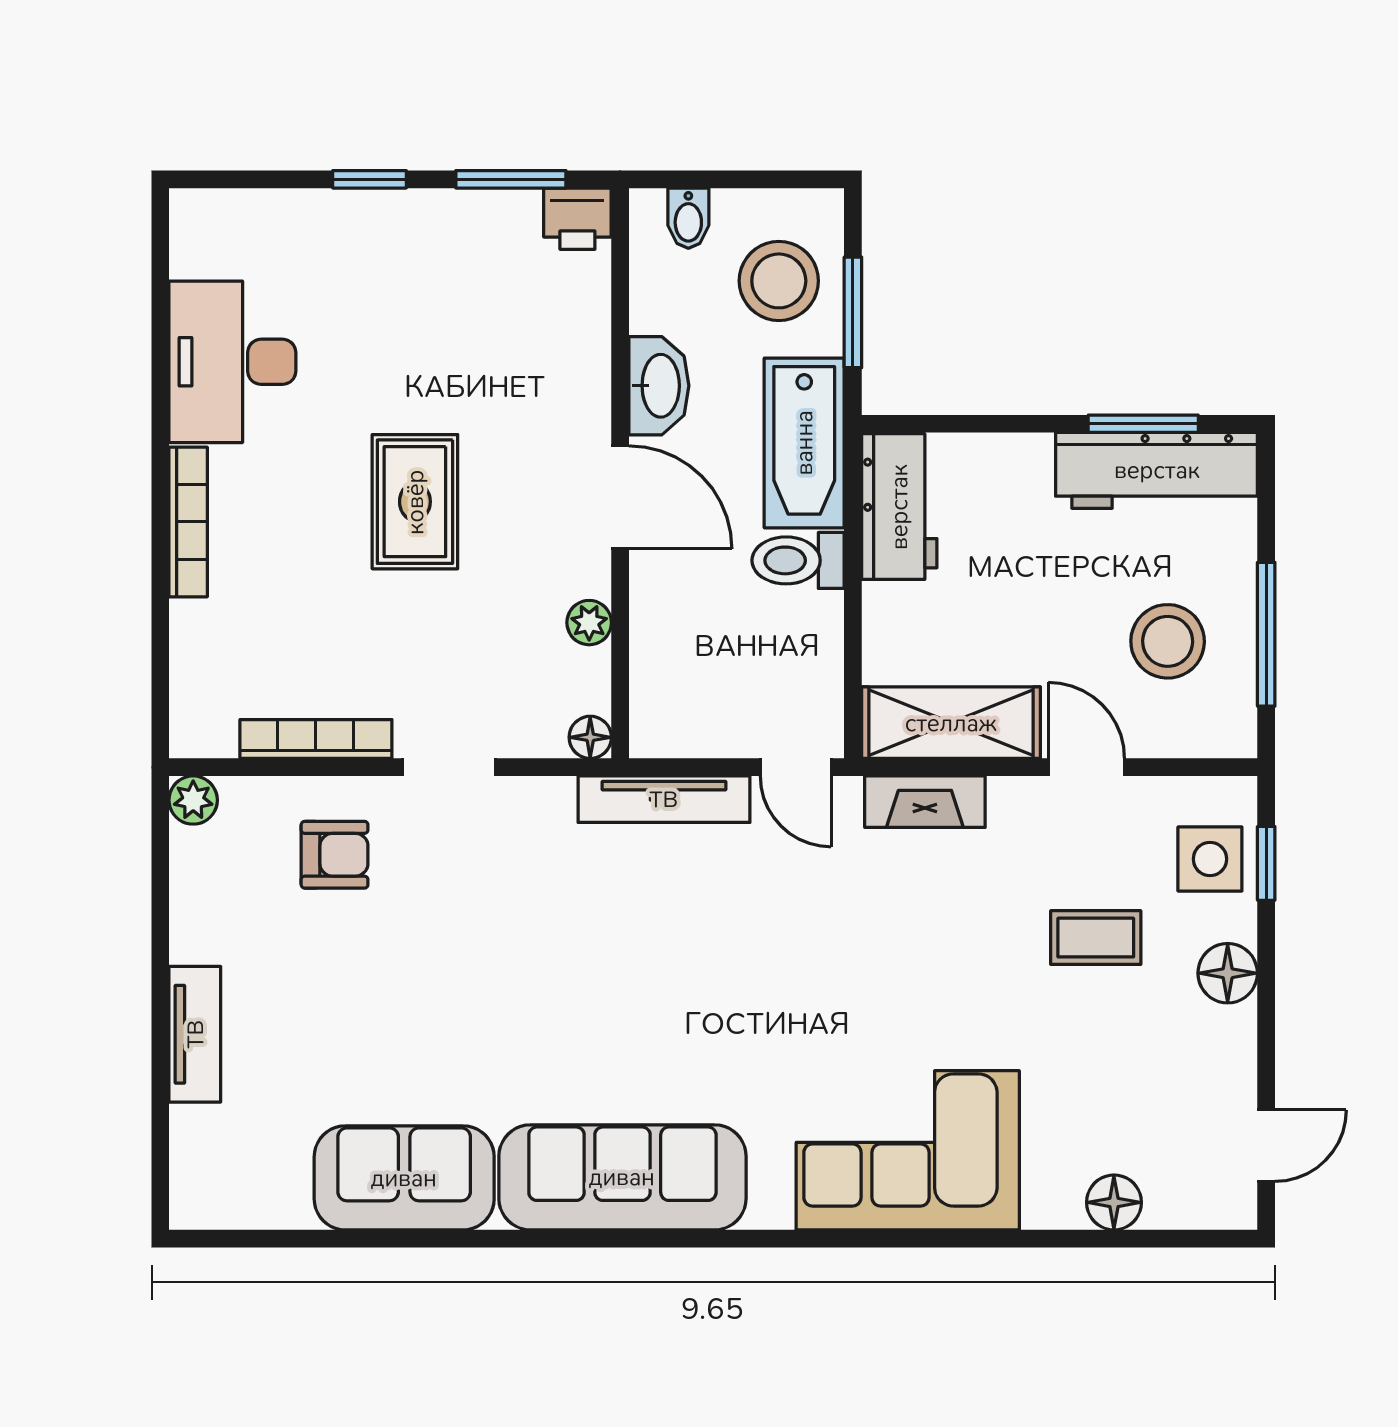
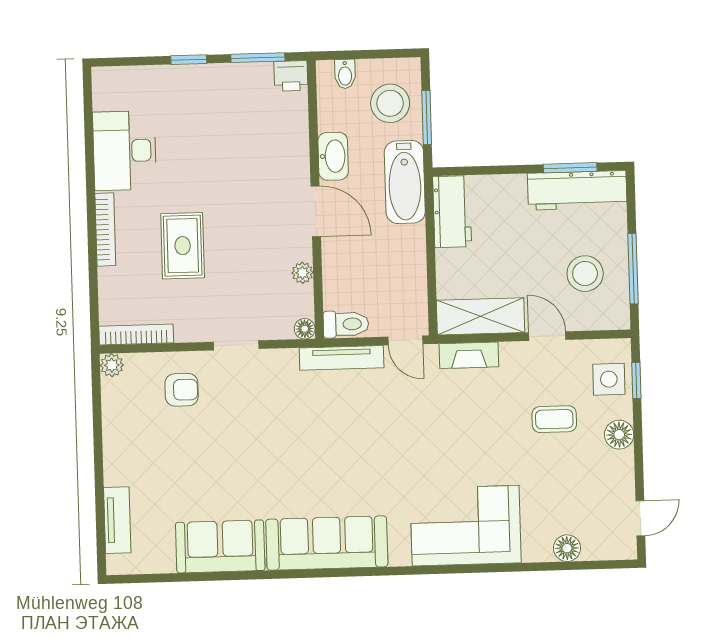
rug: (415, 502) -> (183, 246), moved
toilet: (798, 560) -> (346, 324), moved, turned 180
bookcase: (316, 739) -> (136, 335), moved
tv unit: (195, 1034) -> (117, 520), moved

